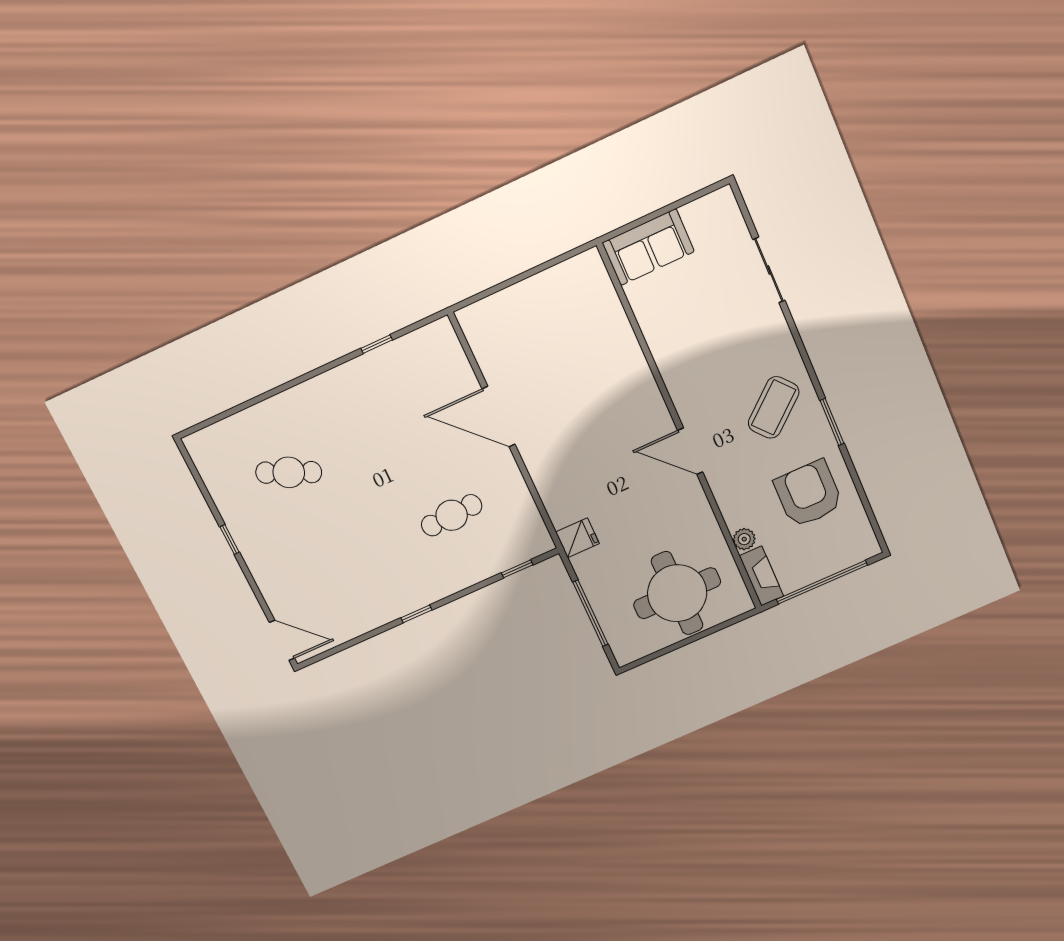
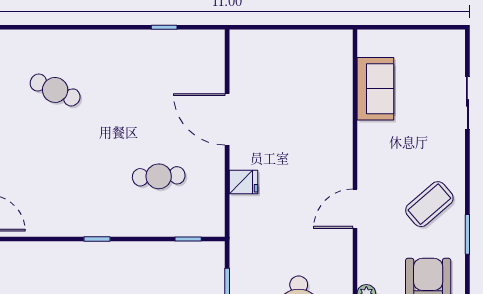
sofa: (648, 247) -> (375, 89), moved, turned -90
door: (690, 451) -> (355, 209), hinge flipped
fridge: (577, 538) -> (243, 182), moved

